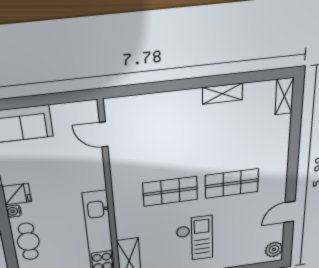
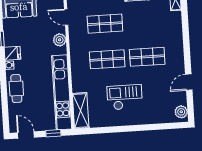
shop shelf: (168, 140) -> (105, 24), added
plant: (94, 169) -> (60, 40), added
checkout: (195, 239) -> (125, 97), turned -90

